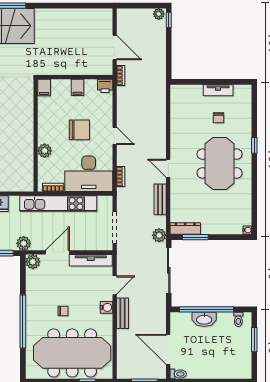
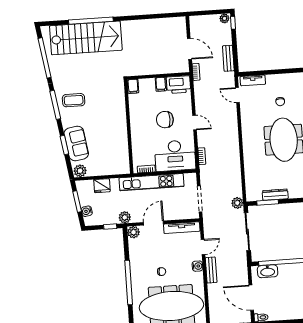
printer: (105, 86) -> (179, 85), width x1.87, depth x1.48
tv unit: (218, 90) -> (253, 80), moved
chair: (79, 130) -> (165, 120), turned 180
plant: (45, 151) -> (137, 139), removed
door: (168, 168) -> (237, 95), moved
bench: (160, 199) -> (228, 58), moved
dresser: (185, 228) -> (275, 195), moved
washbasin: (204, 319) -> (268, 271), moved

